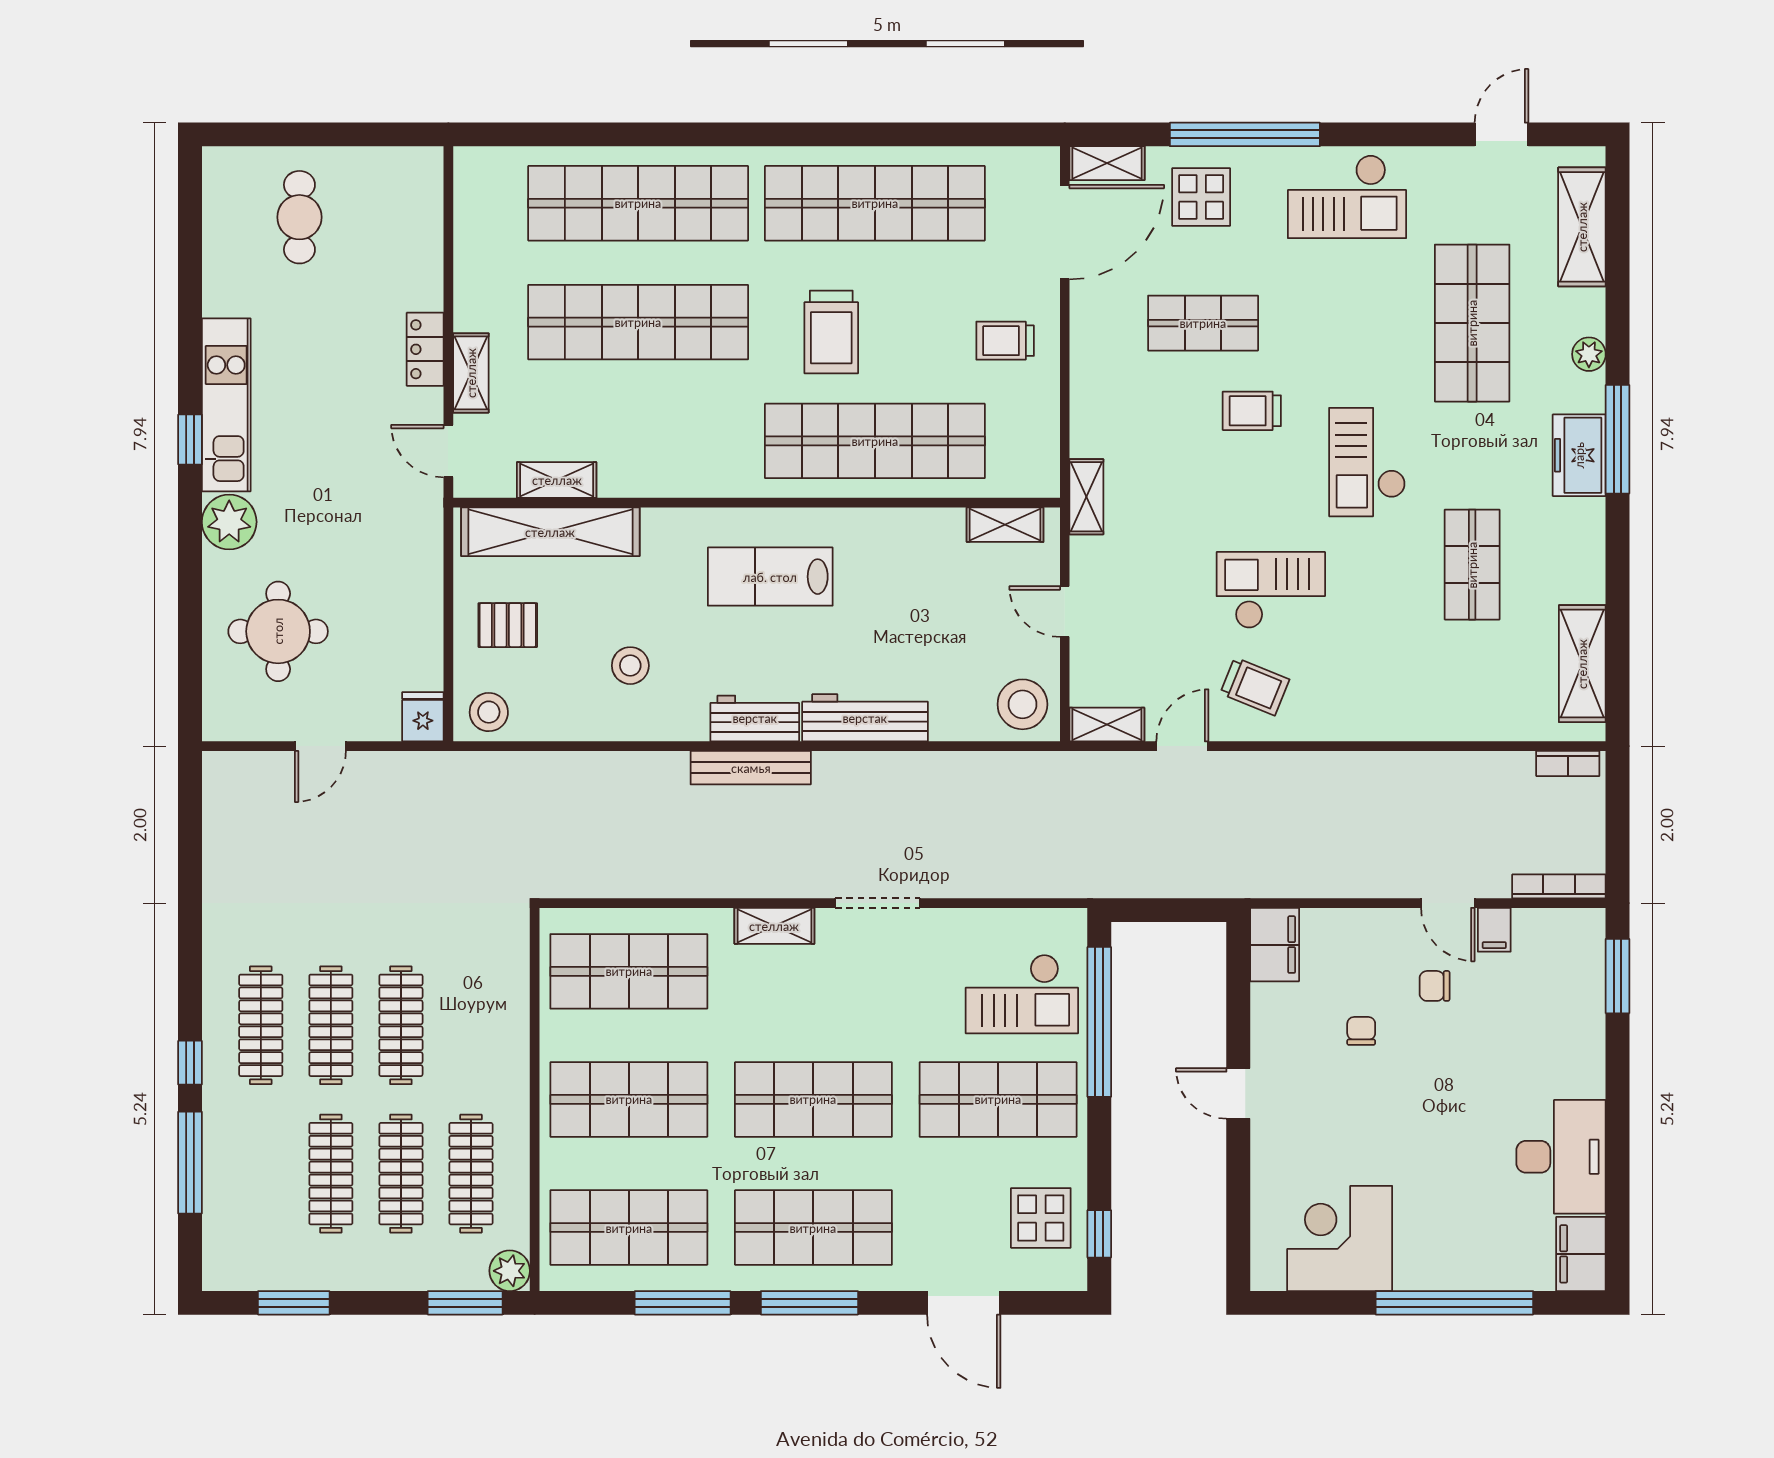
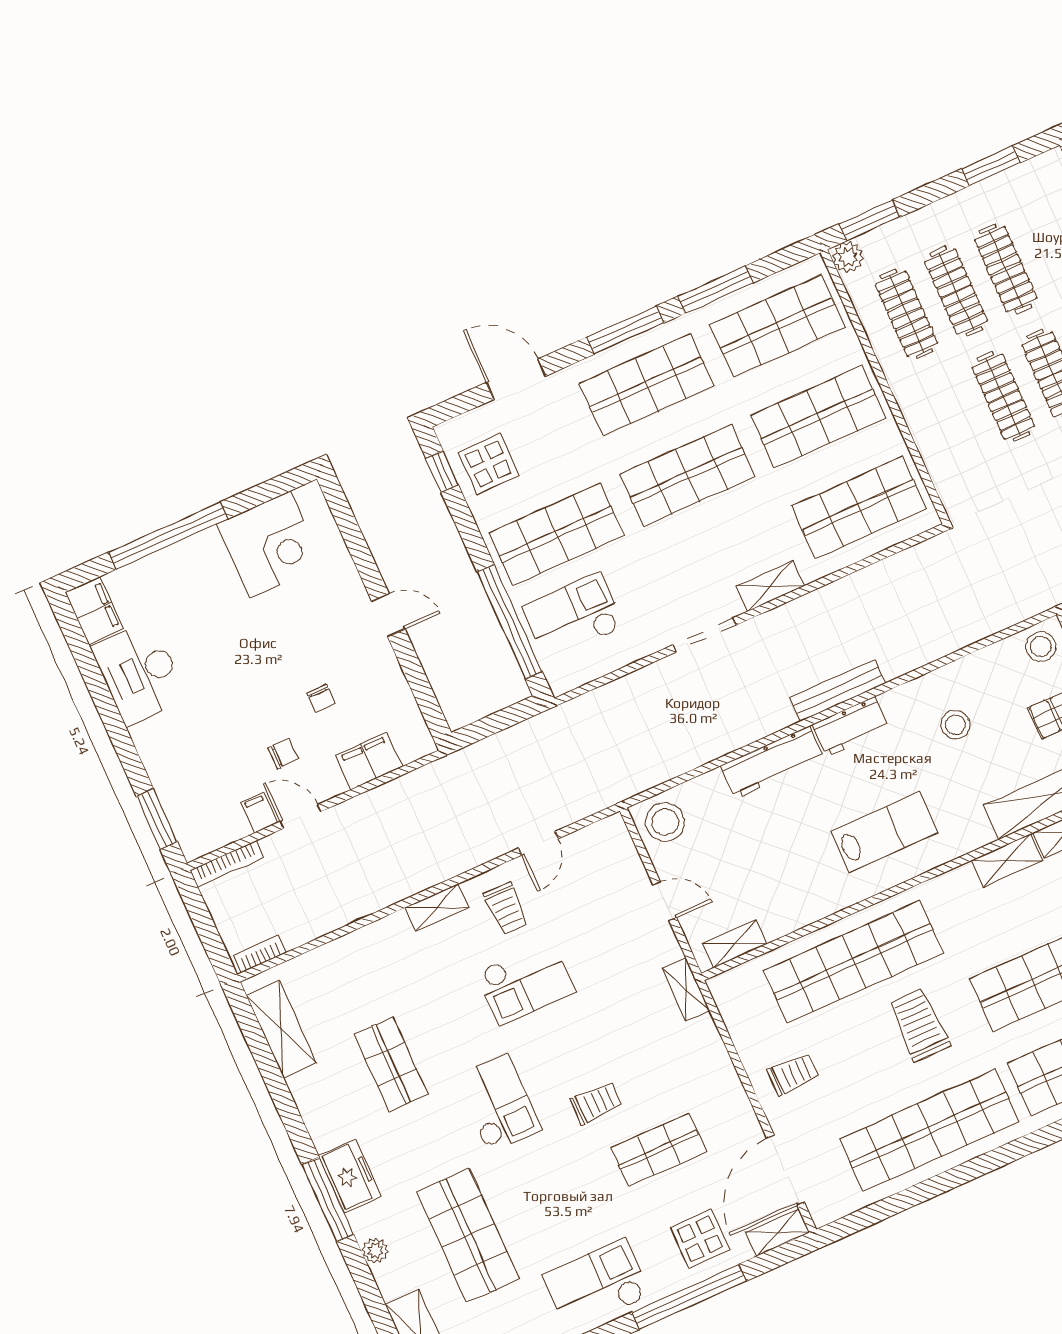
shelving: (642, 479) -> (1007, 860), added
trolley: (1255, 686) -> (506, 909), turned -112
shelving: (1107, 725) -> (437, 907), moved
filing cabinet: (1275, 945) -> (369, 761), moved, turned 90

